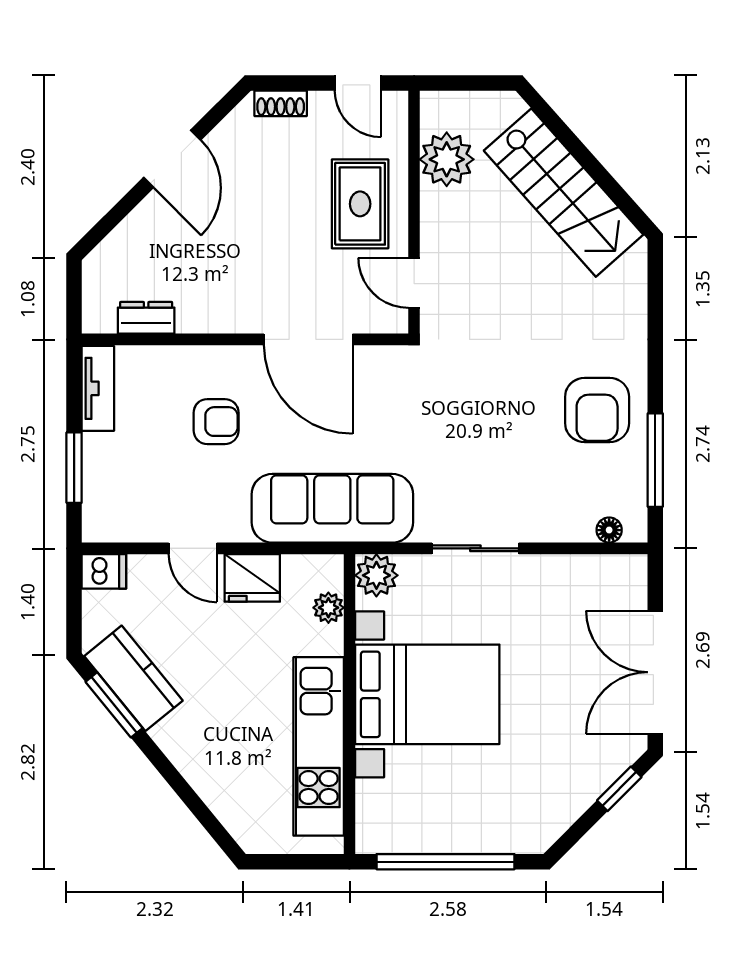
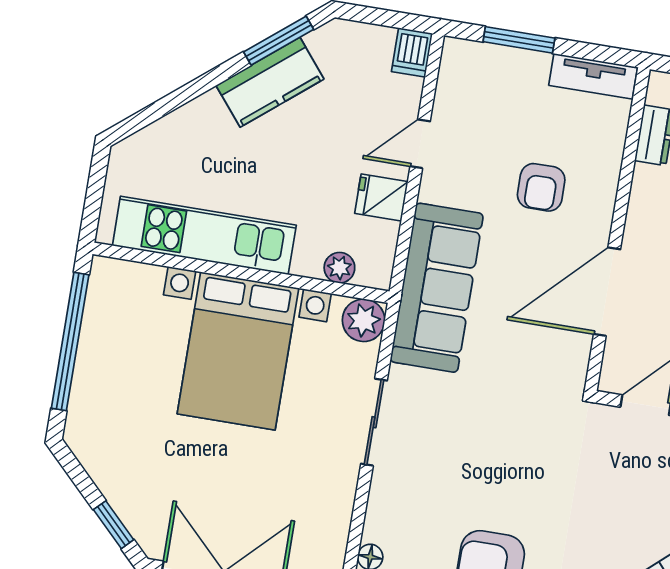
fridge: (252, 578) -> (381, 197), width x0.72
kitchen counter: (133, 678) -> (270, 82), moved

